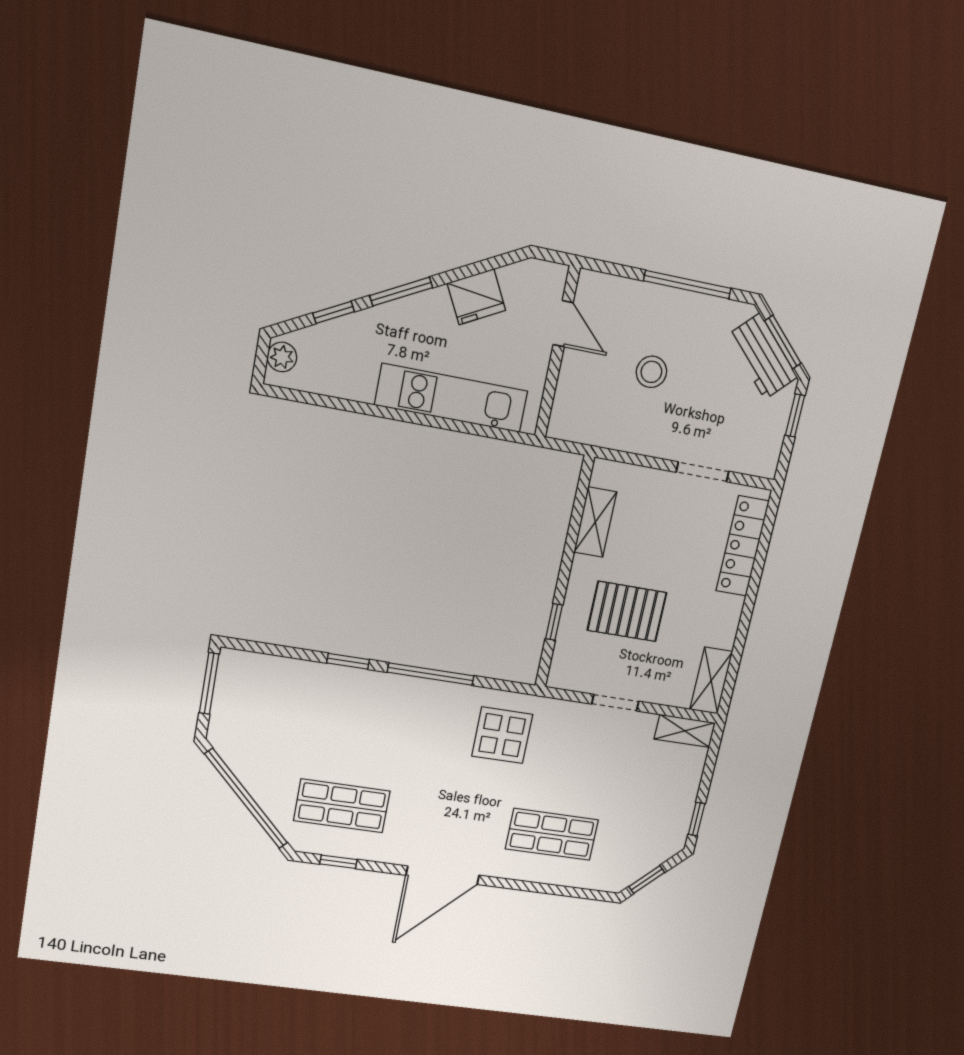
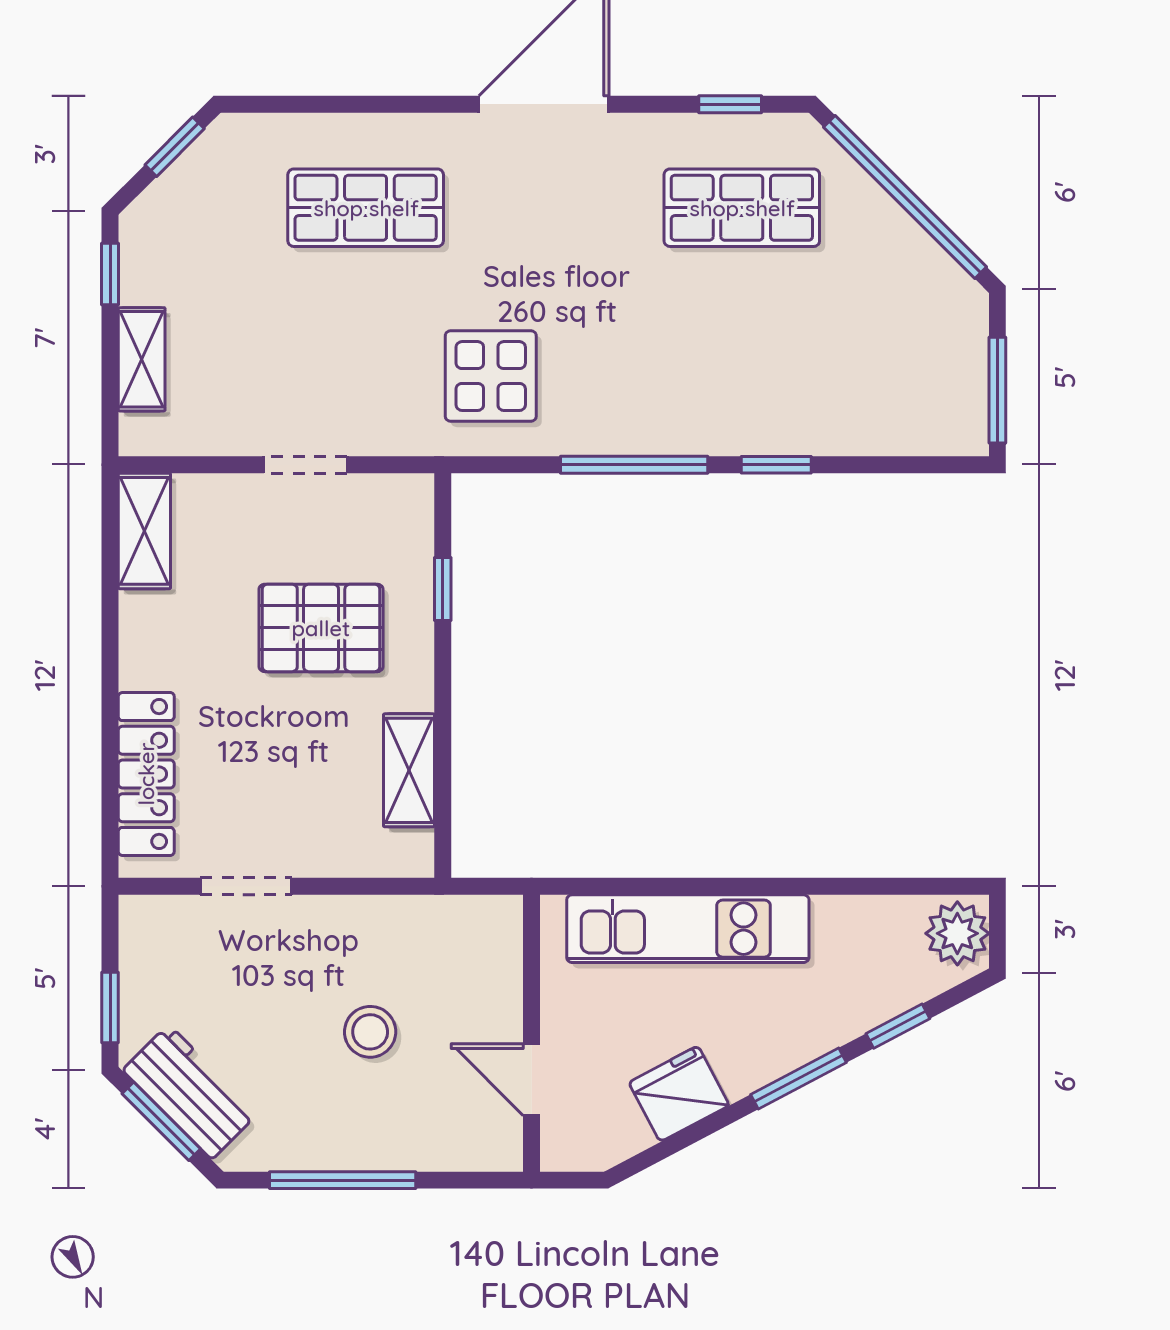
plant: (282, 357) -> (957, 933), width x1.38, depth x1.38
shelving: (685, 731) -> (142, 359), moved, turned 90

